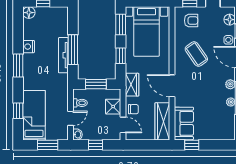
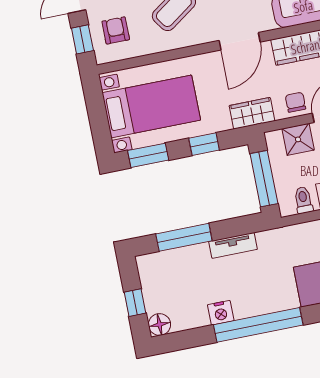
window: (73, 50) -> (184, 237), moved
tv unit: (63, 55) -> (233, 245), width x0.71
window: (18, 65) -> (258, 325), width x2.11
window: (96, 84) -> (264, 179), width x1.44

